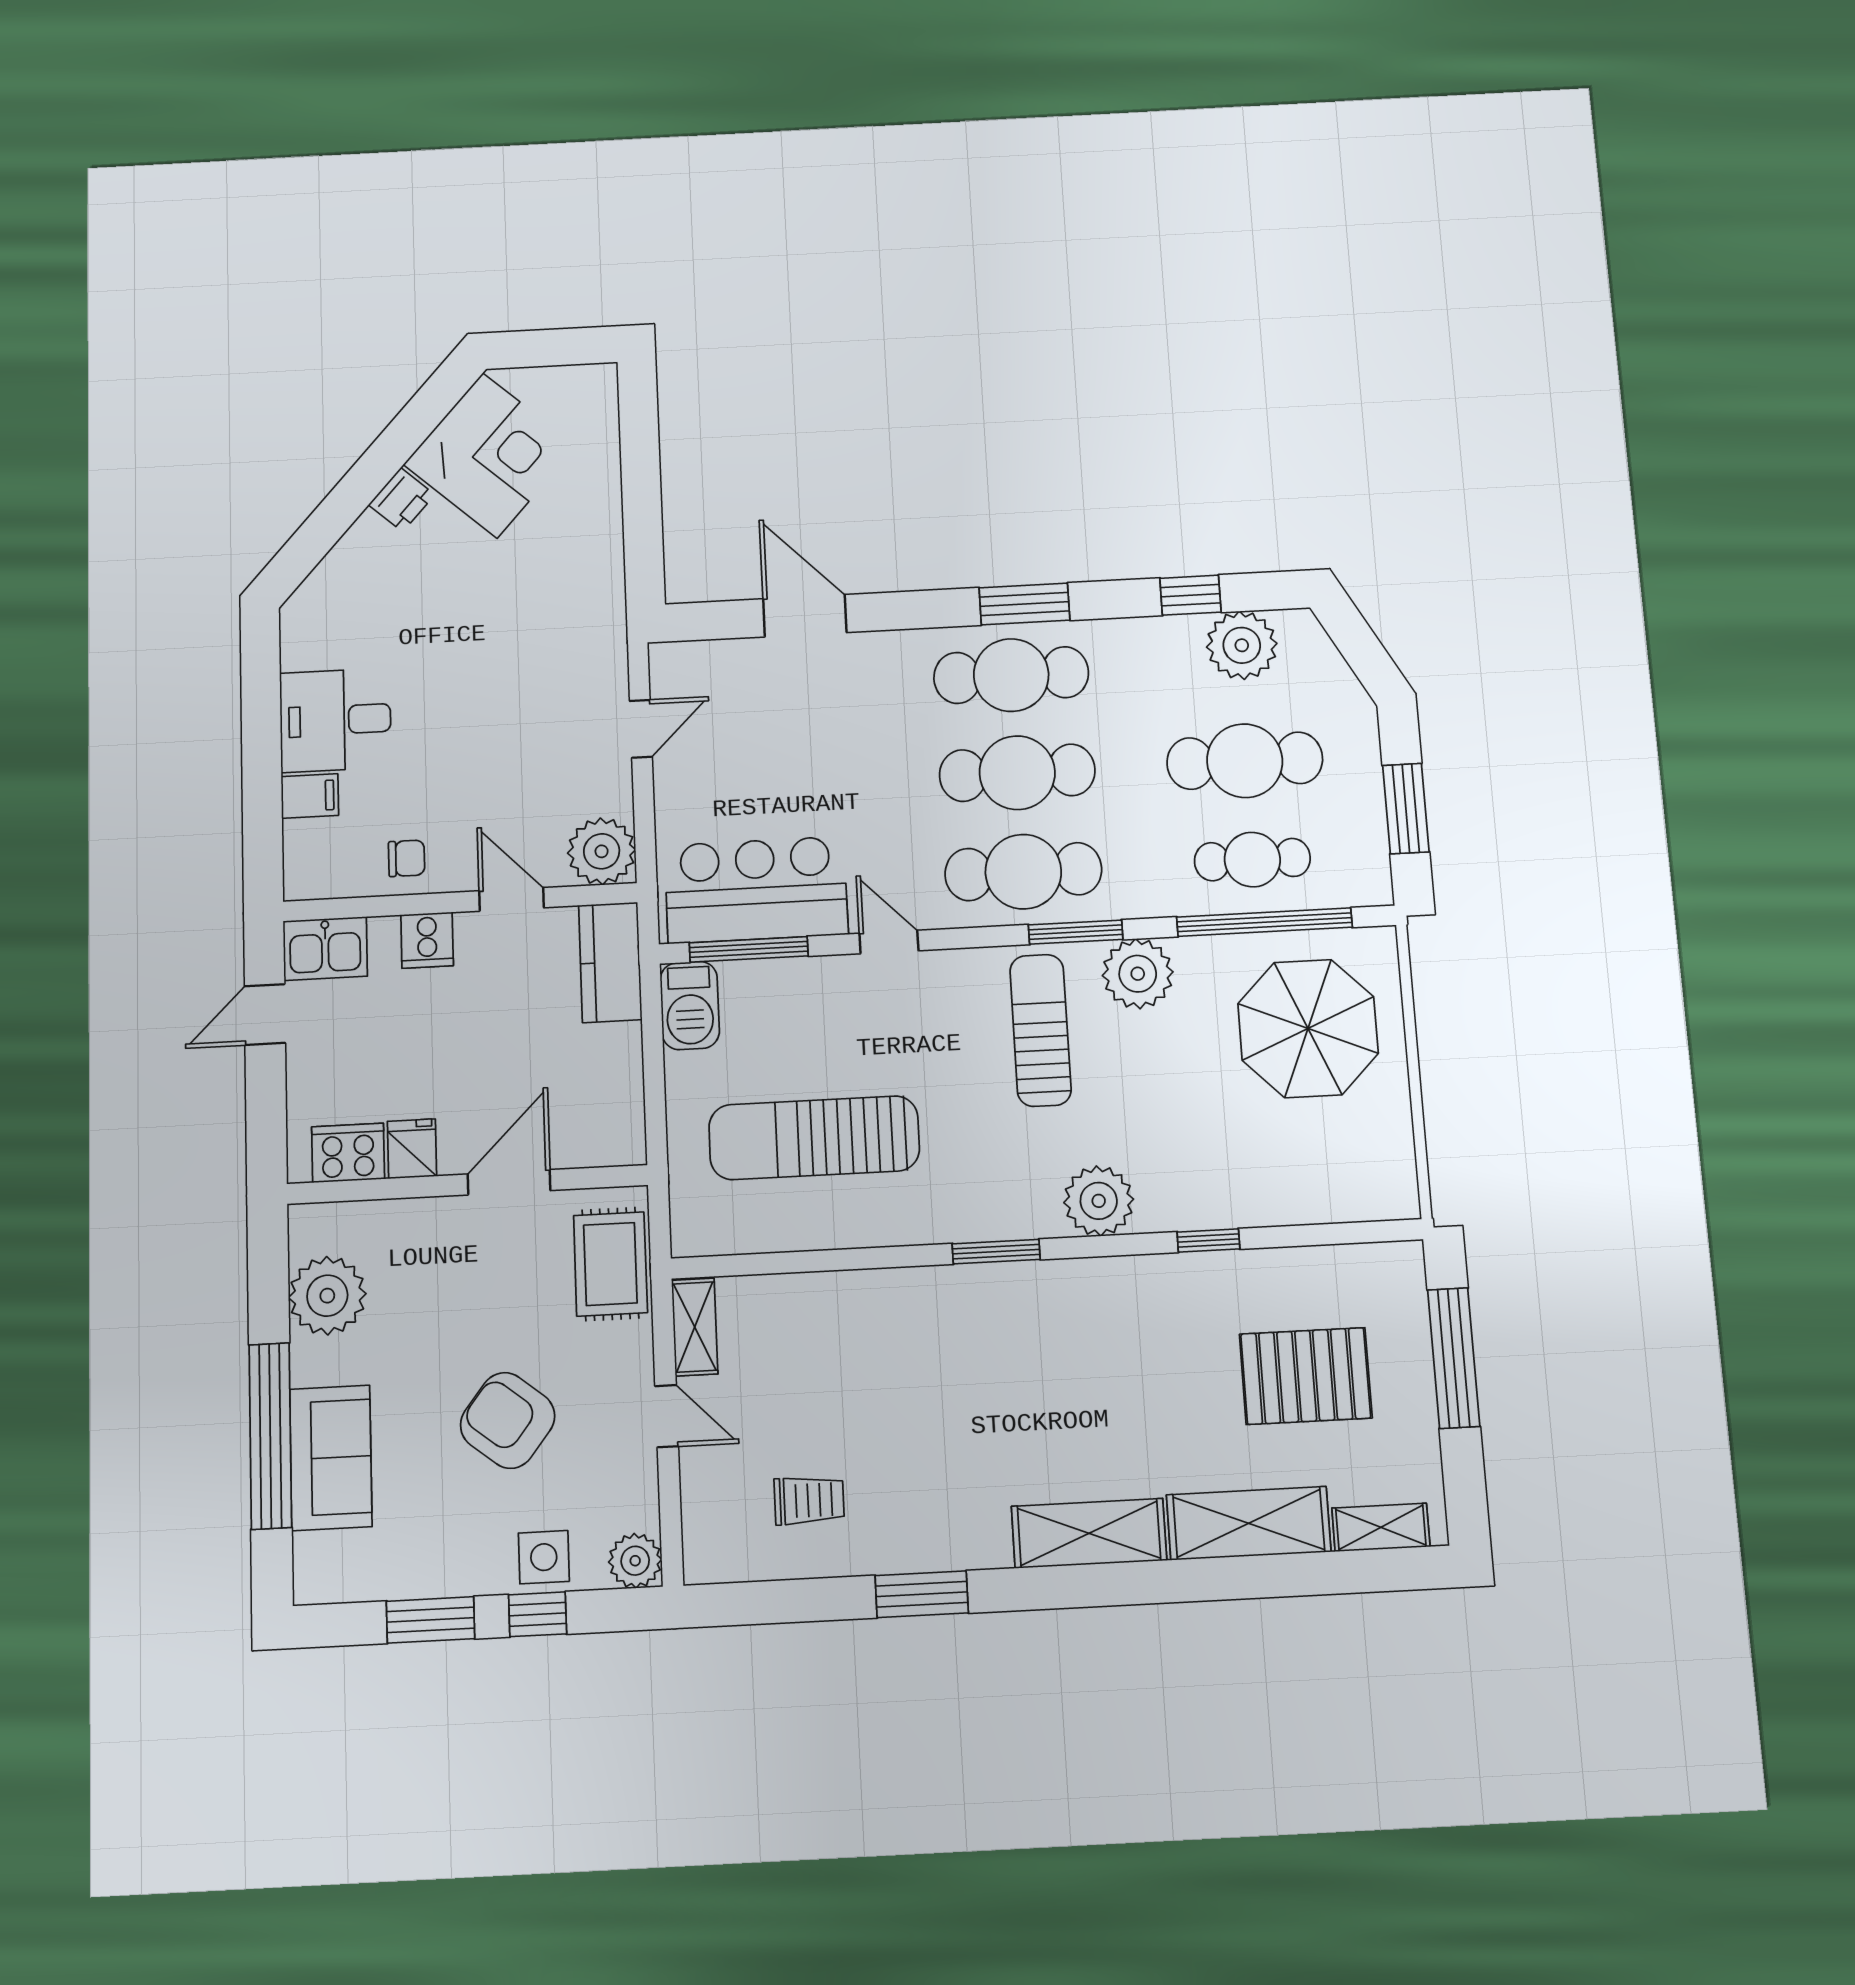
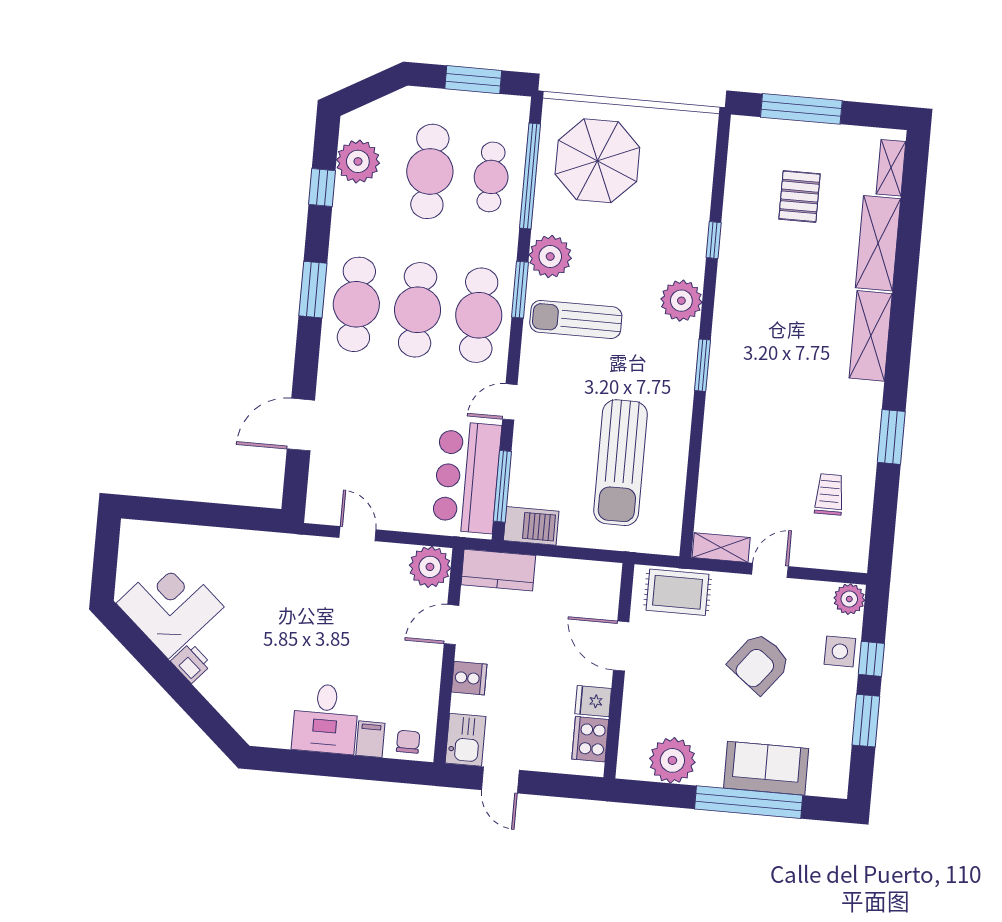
chair: (407, 858) -> (408, 742), moved
pallet: (1306, 1376) -> (799, 196), width x0.67, depth x0.71

